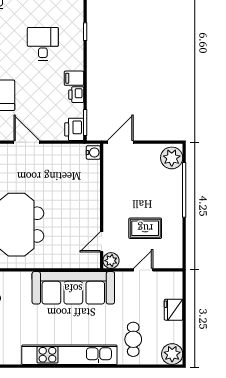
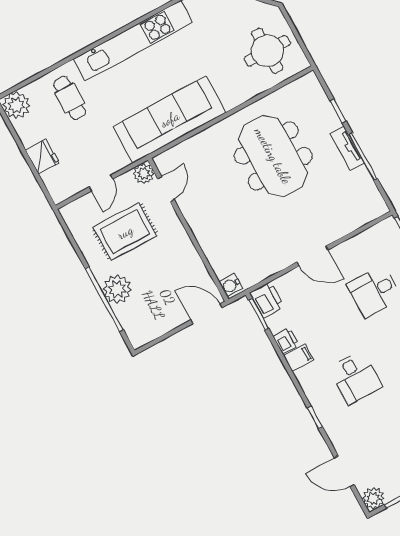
door: (120, 142) -> (206, 314), swing flipped
plant: (172, 158) -> (117, 289), moved
rug: (145, 228) -> (125, 232), width x1.36, depth x1.43

